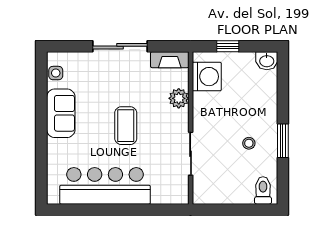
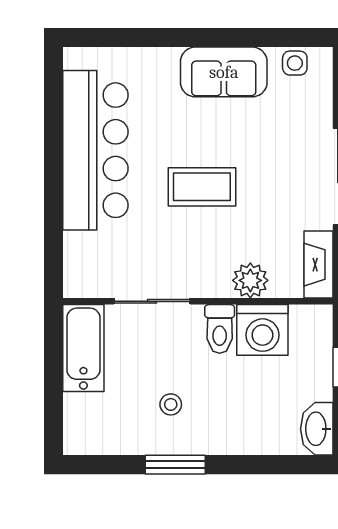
washbasin: (267, 61) -> (317, 429), width x1.38
washing machine: (207, 77) -> (262, 330), moved
toilet: (263, 190) -> (220, 329), moved, turned 90
bathtub: (217, 193) -> (83, 348), added

